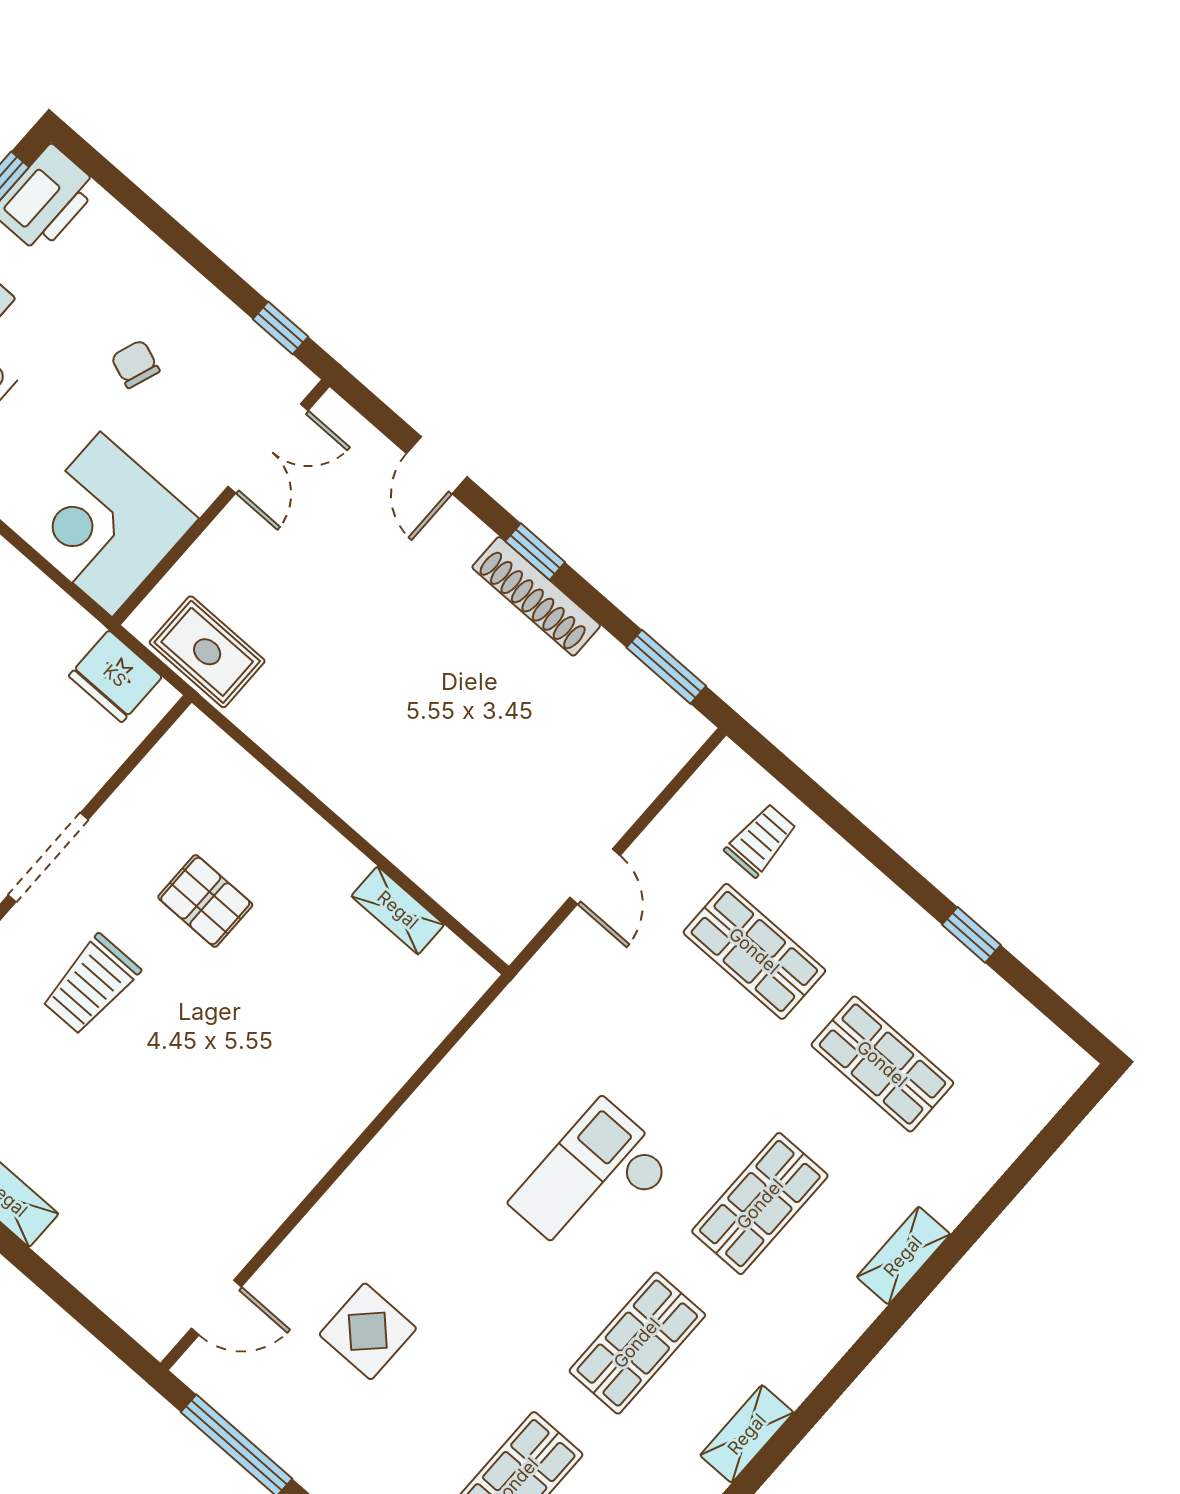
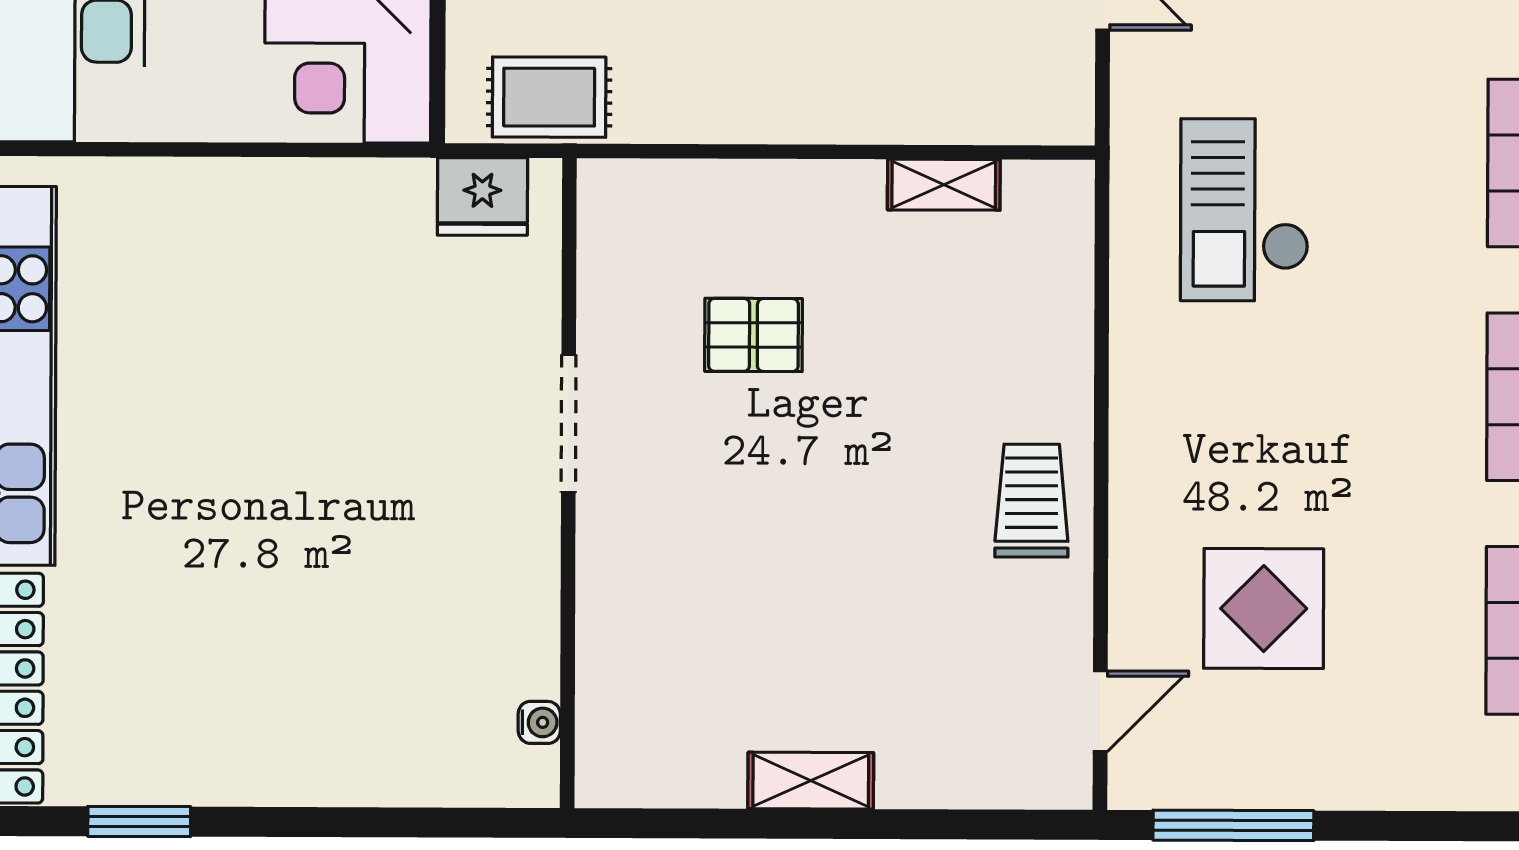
trolley: (91, 985) -> (1032, 501), moved, turned 180
checkout: (592, 1182) -> (1245, 210), moved
display table: (368, 1331) -> (1264, 609), width x1.36, depth x1.36

